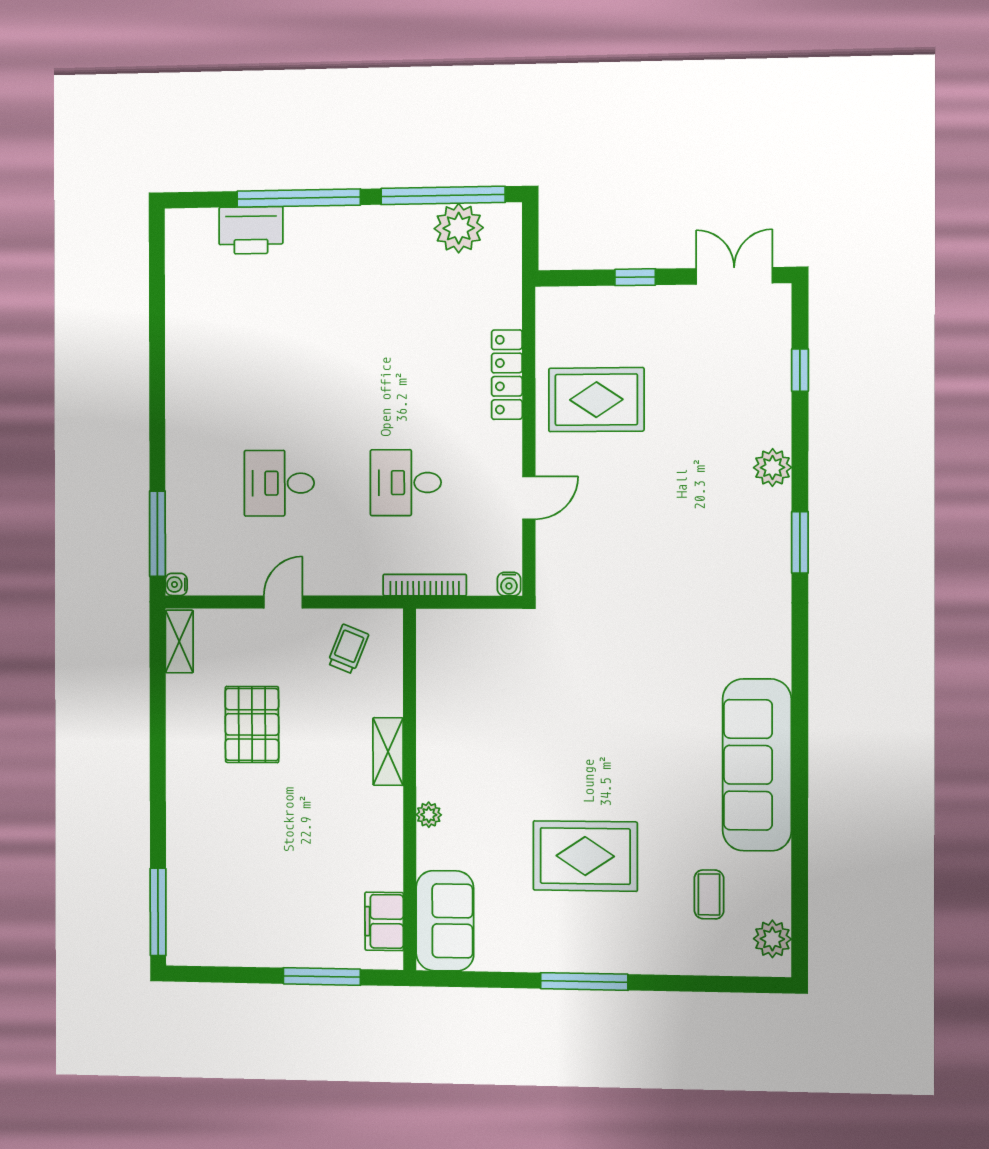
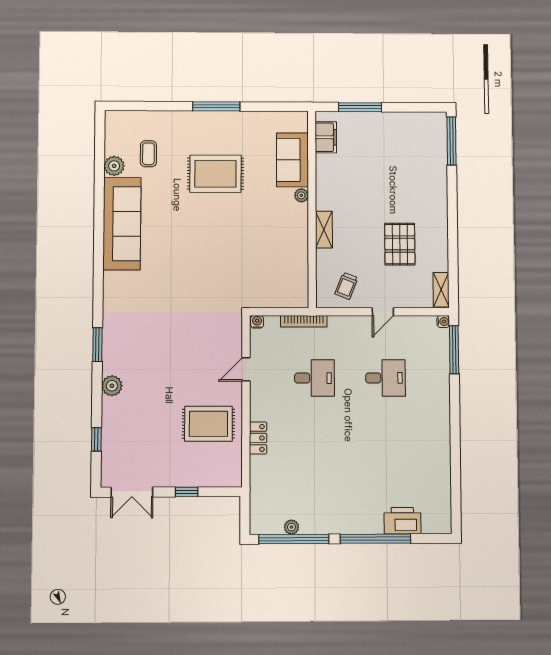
plant: (459, 228) -> (291, 527), width x0.53, depth x0.53
locker: (507, 375) -> (258, 438), width x0.66
sofa: (445, 921) -> (292, 160), moved
plant: (772, 939) -> (114, 166), moved

